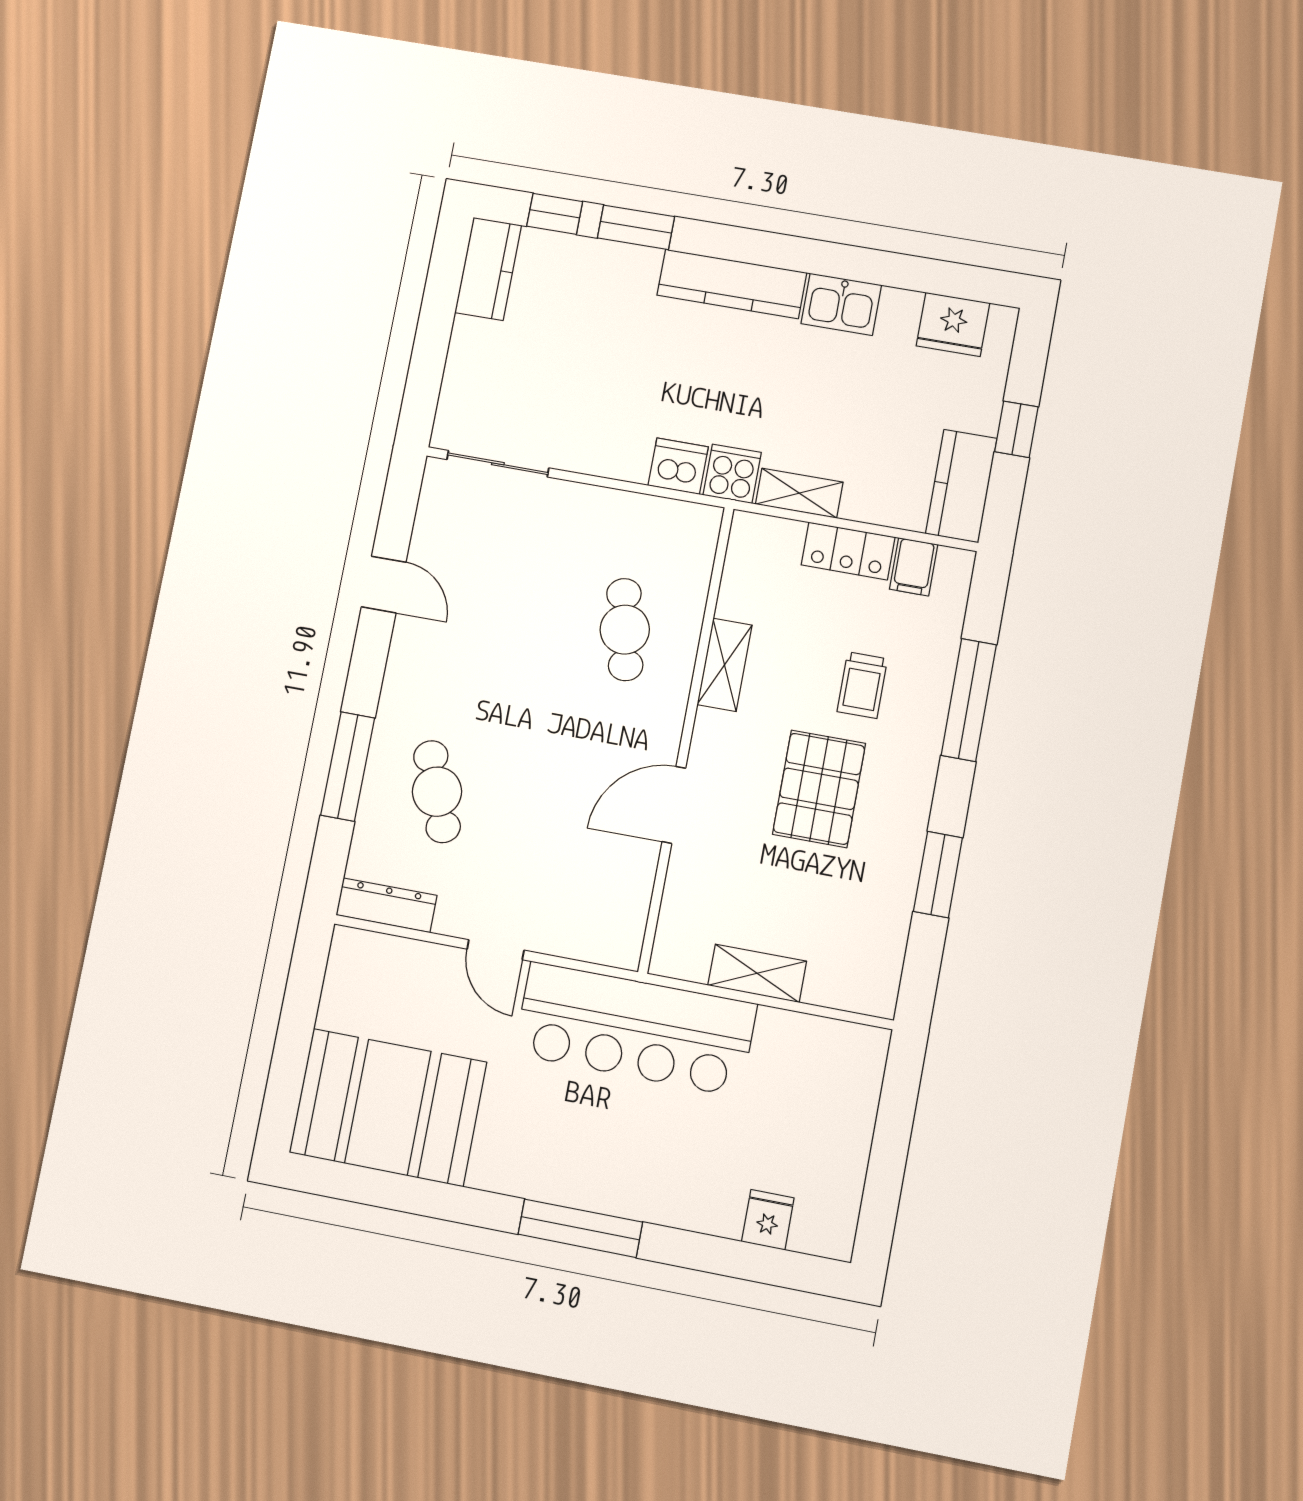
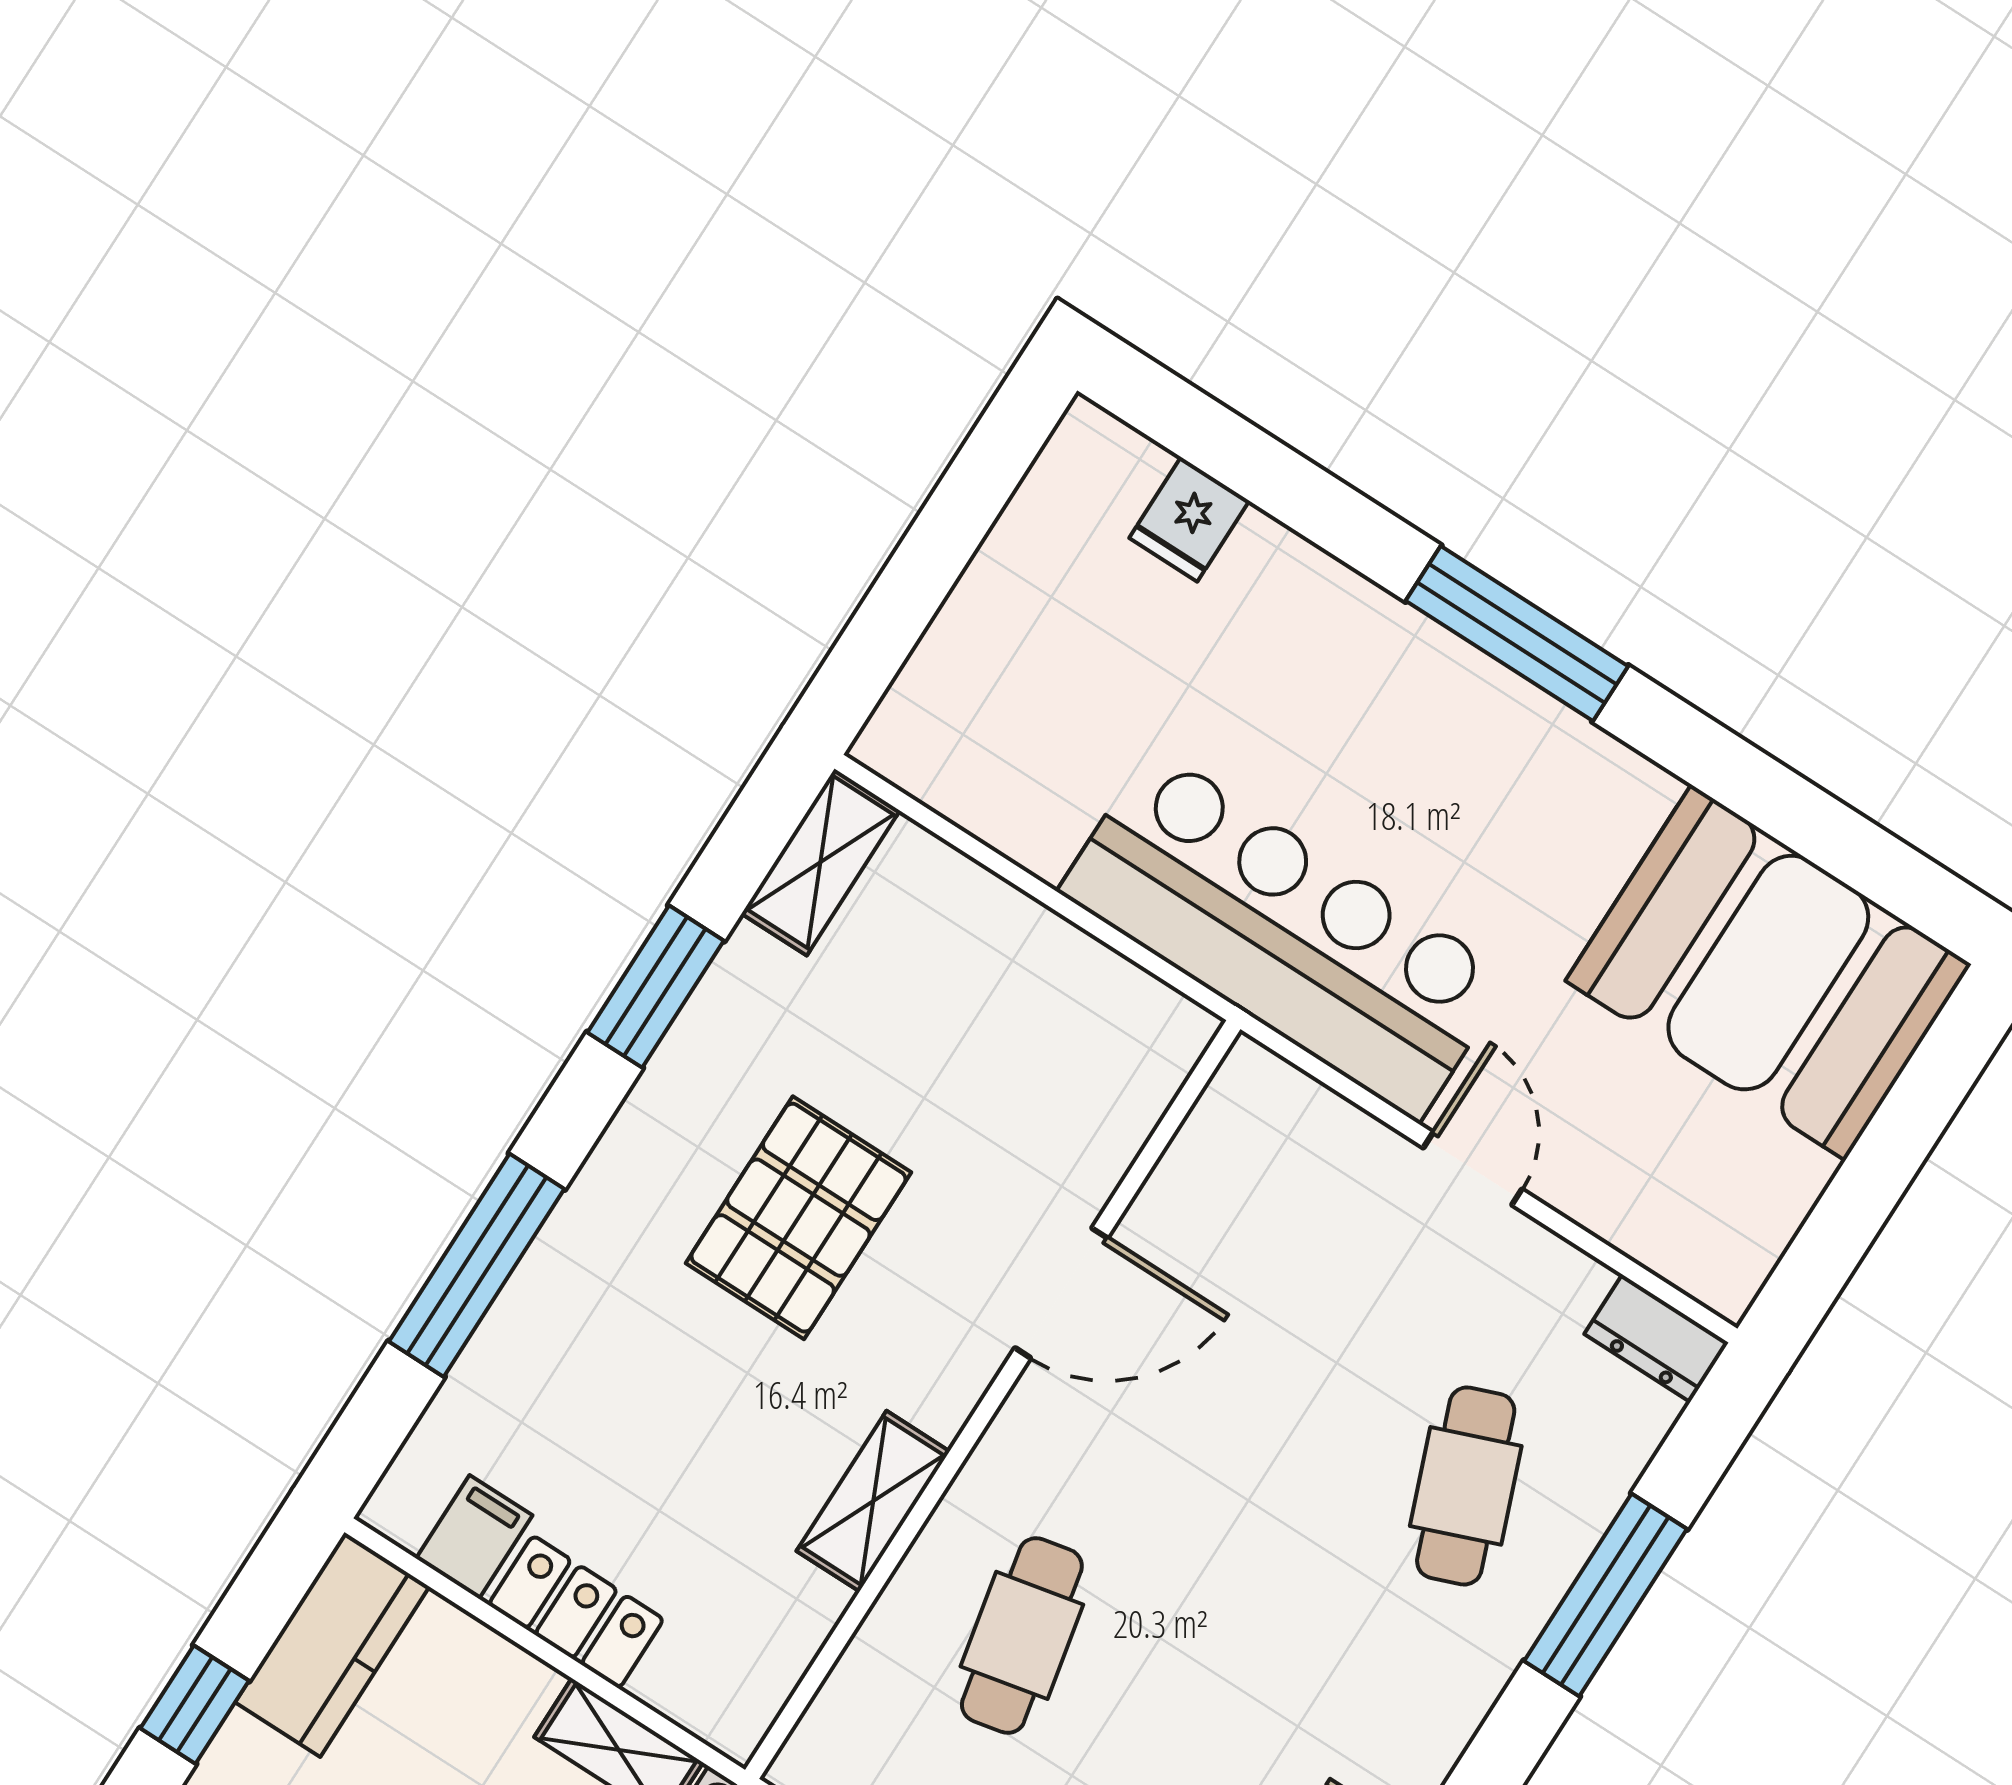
trolley: (862, 685) -> (649, 1367), removed
dresser: (386, 905) -> (1656, 1338), width x0.70
shelving: (757, 973) -> (820, 862), moved, turned 90

